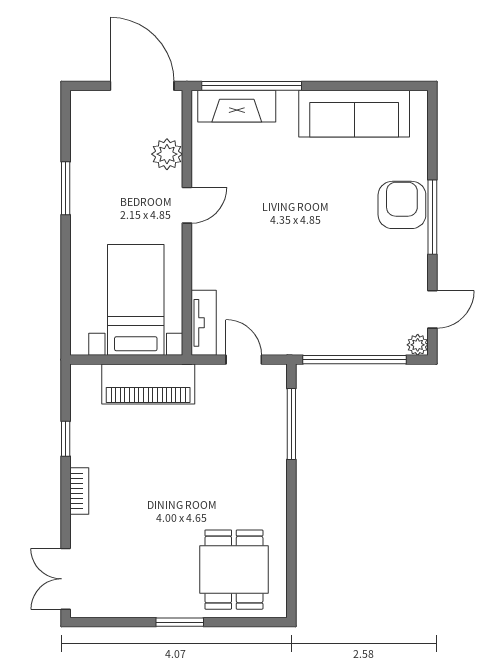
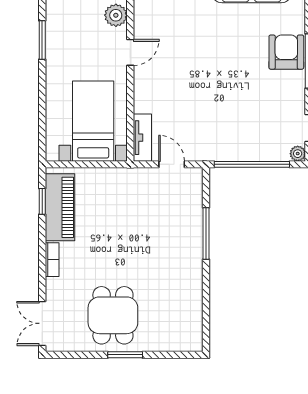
piano: (148, 384) -> (60, 207), moved, turned -90
window: (291, 424) -> (206, 234), moved
window: (66, 439) -> (42, 201), moved
dining table: (234, 570) -> (113, 315), moved

